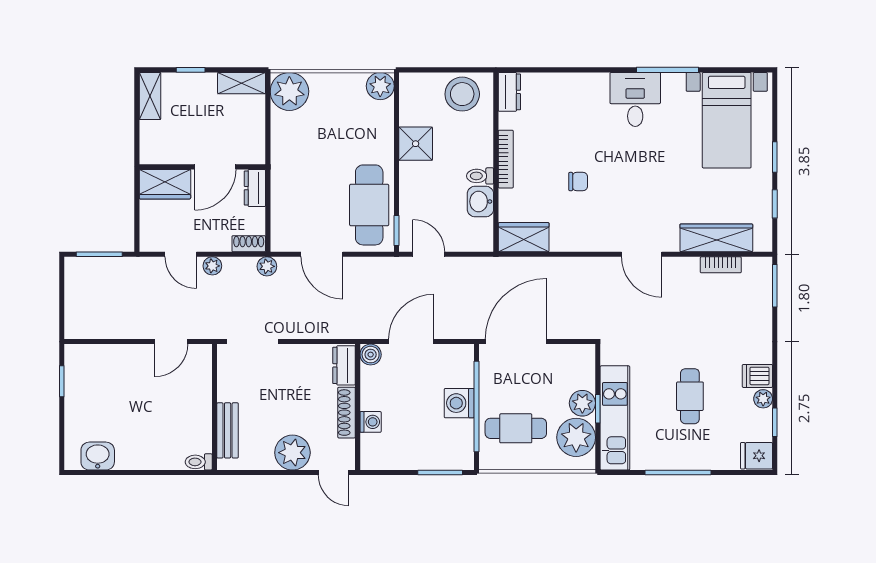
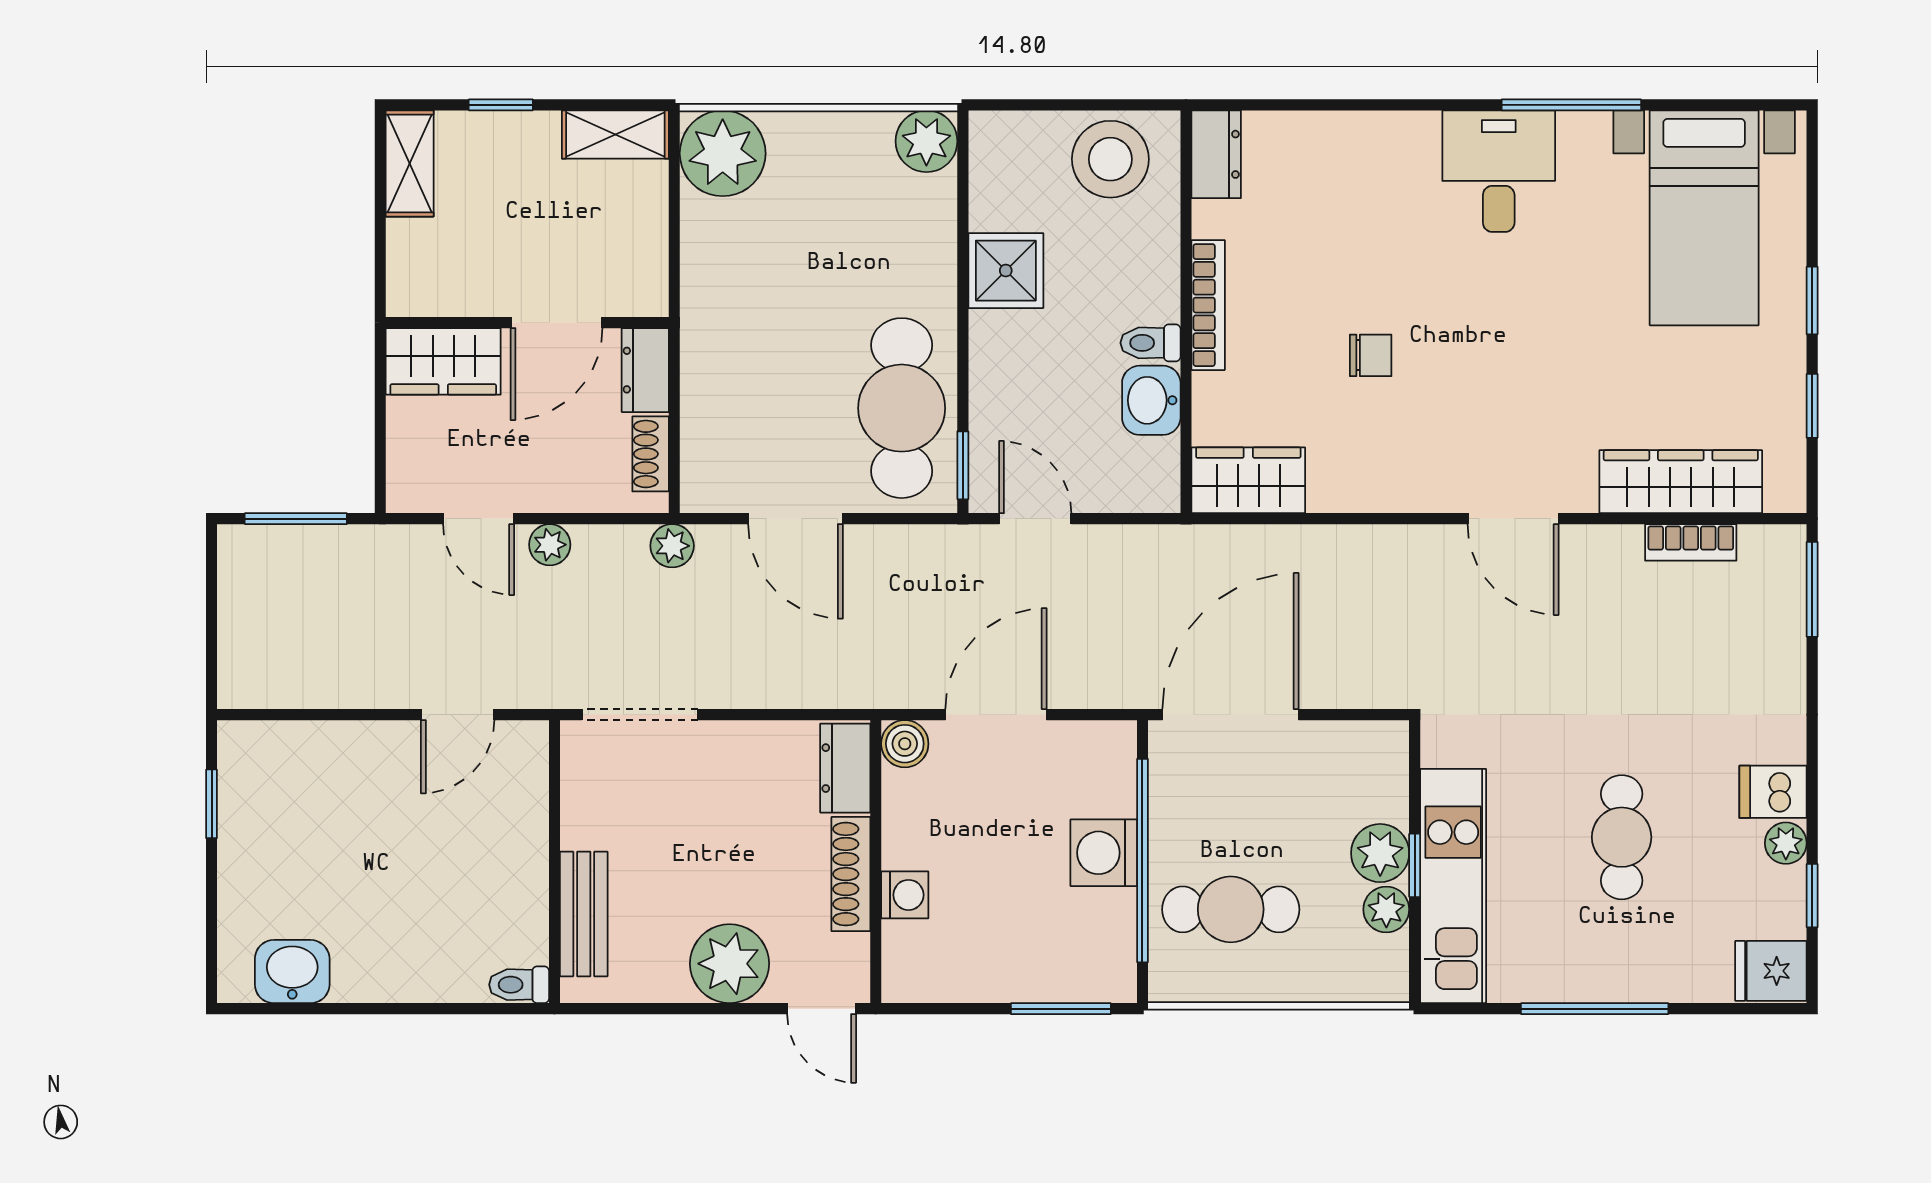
shoe rack: (249, 244) -> (651, 454), moved, turned -90
plant: (576, 437) -> (1386, 909), width x0.53, depth x0.53

